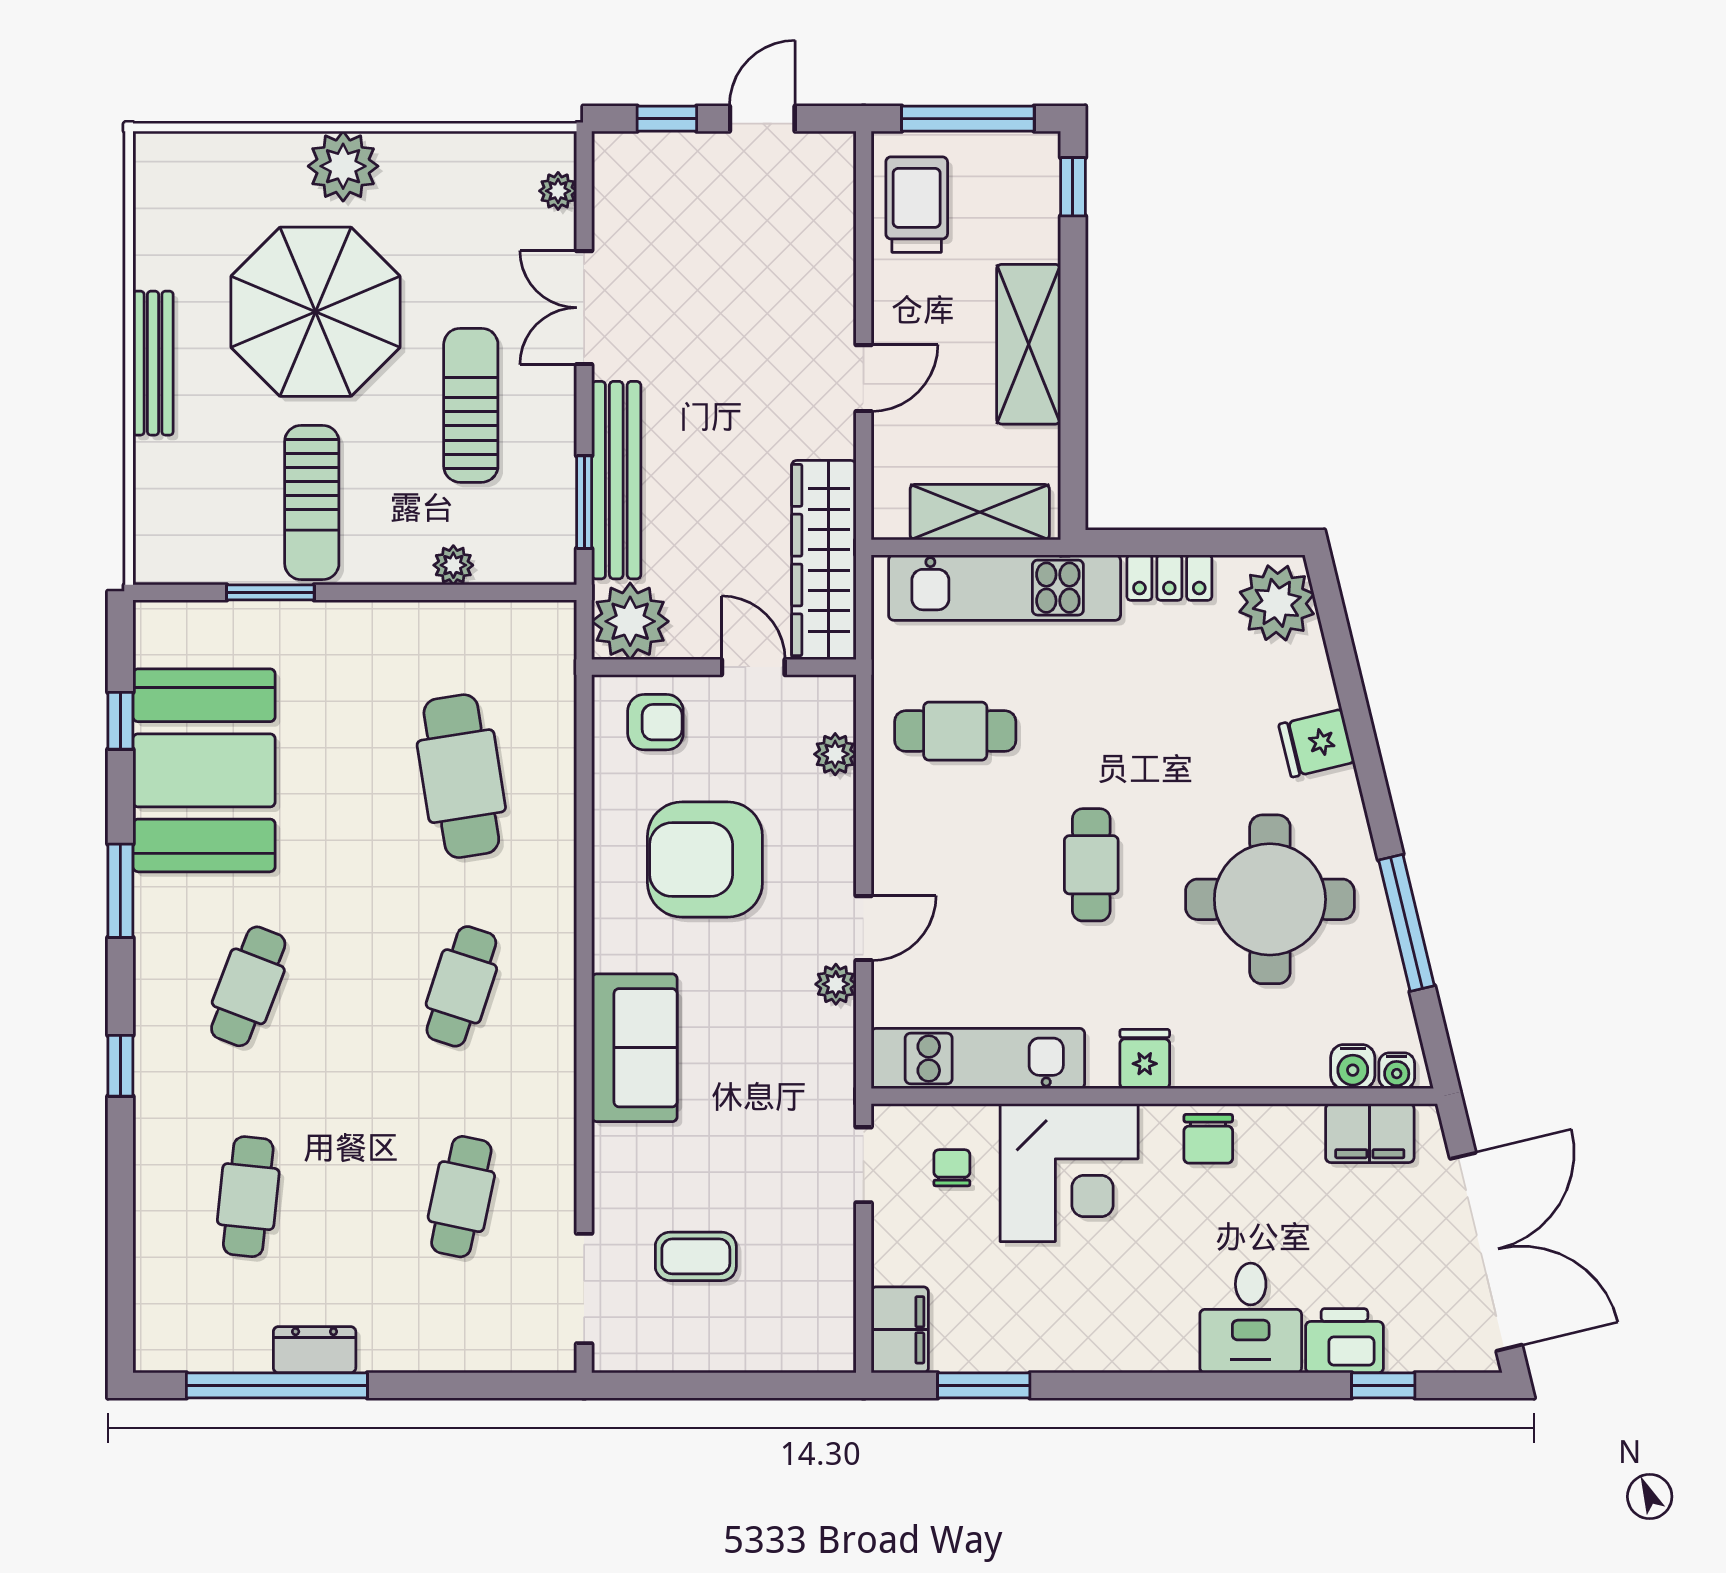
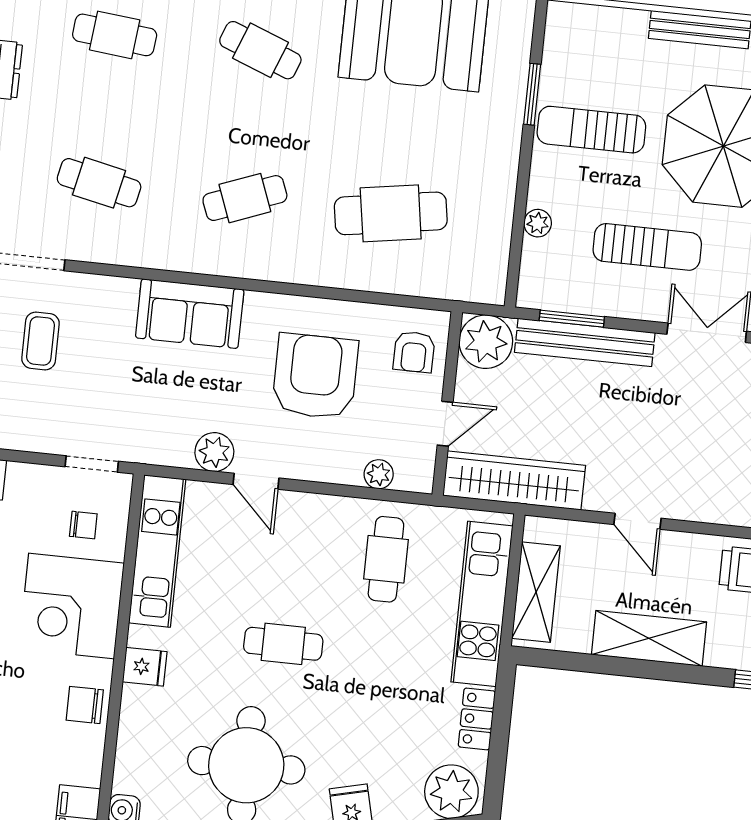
plant: (836, 984) -> (214, 452), width x1.38, depth x1.38
cafe table: (461, 986) -> (245, 198), turned -39

